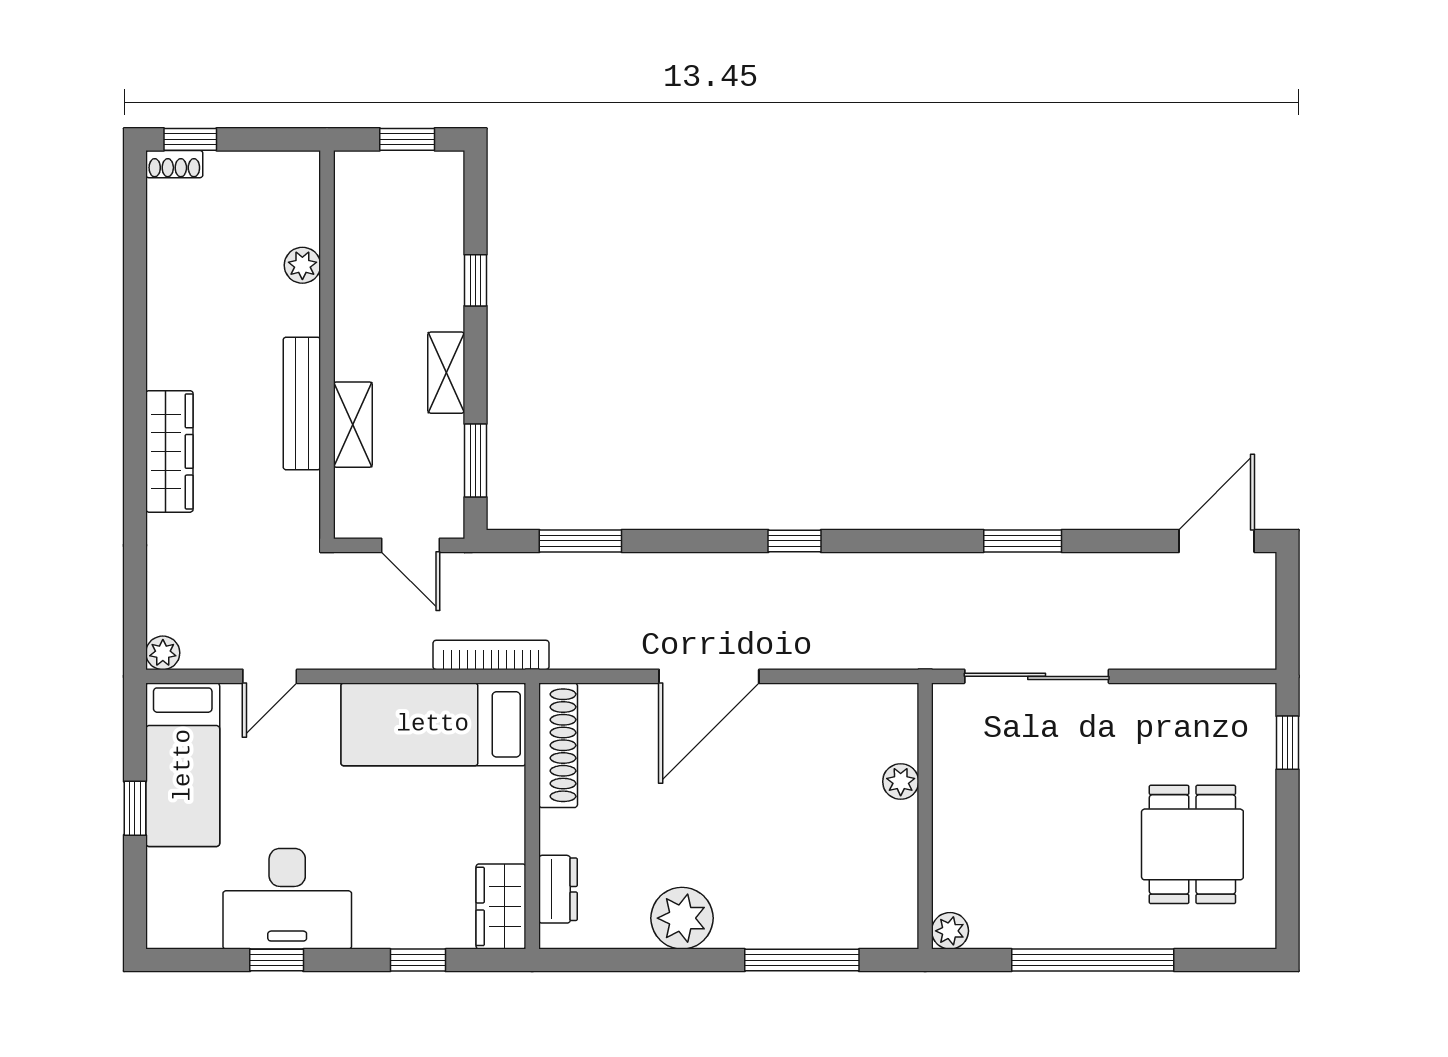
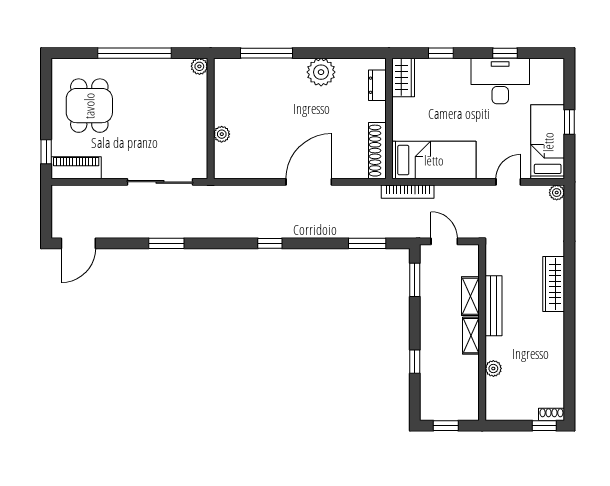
shelving: (446, 373) -> (471, 336), moved
piano: (1222, 707) -> (76, 168), added

